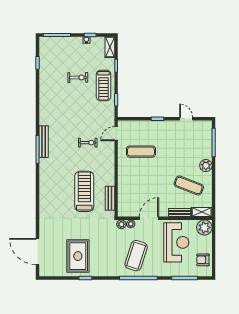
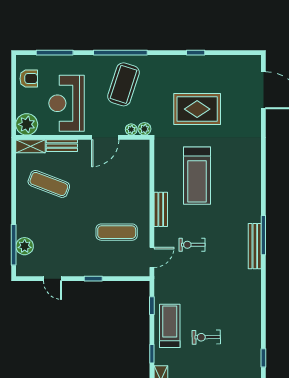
plant: (206, 166) -> (25, 246), moved
bench: (110, 198) -> (161, 209), moved
rug: (78, 256) -> (197, 109), moved, turned 90

